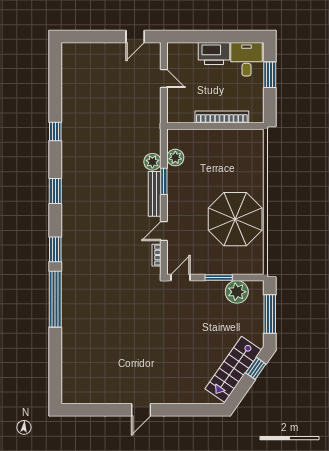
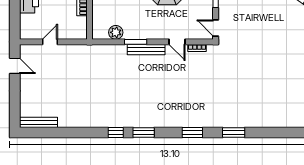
bench: (67, 65) -> (38, 122), added
window: (55, 132) -> (116, 133), moved
plant: (152, 162) -> (119, 51), removed
window: (55, 299) -> (234, 133), width x0.47

